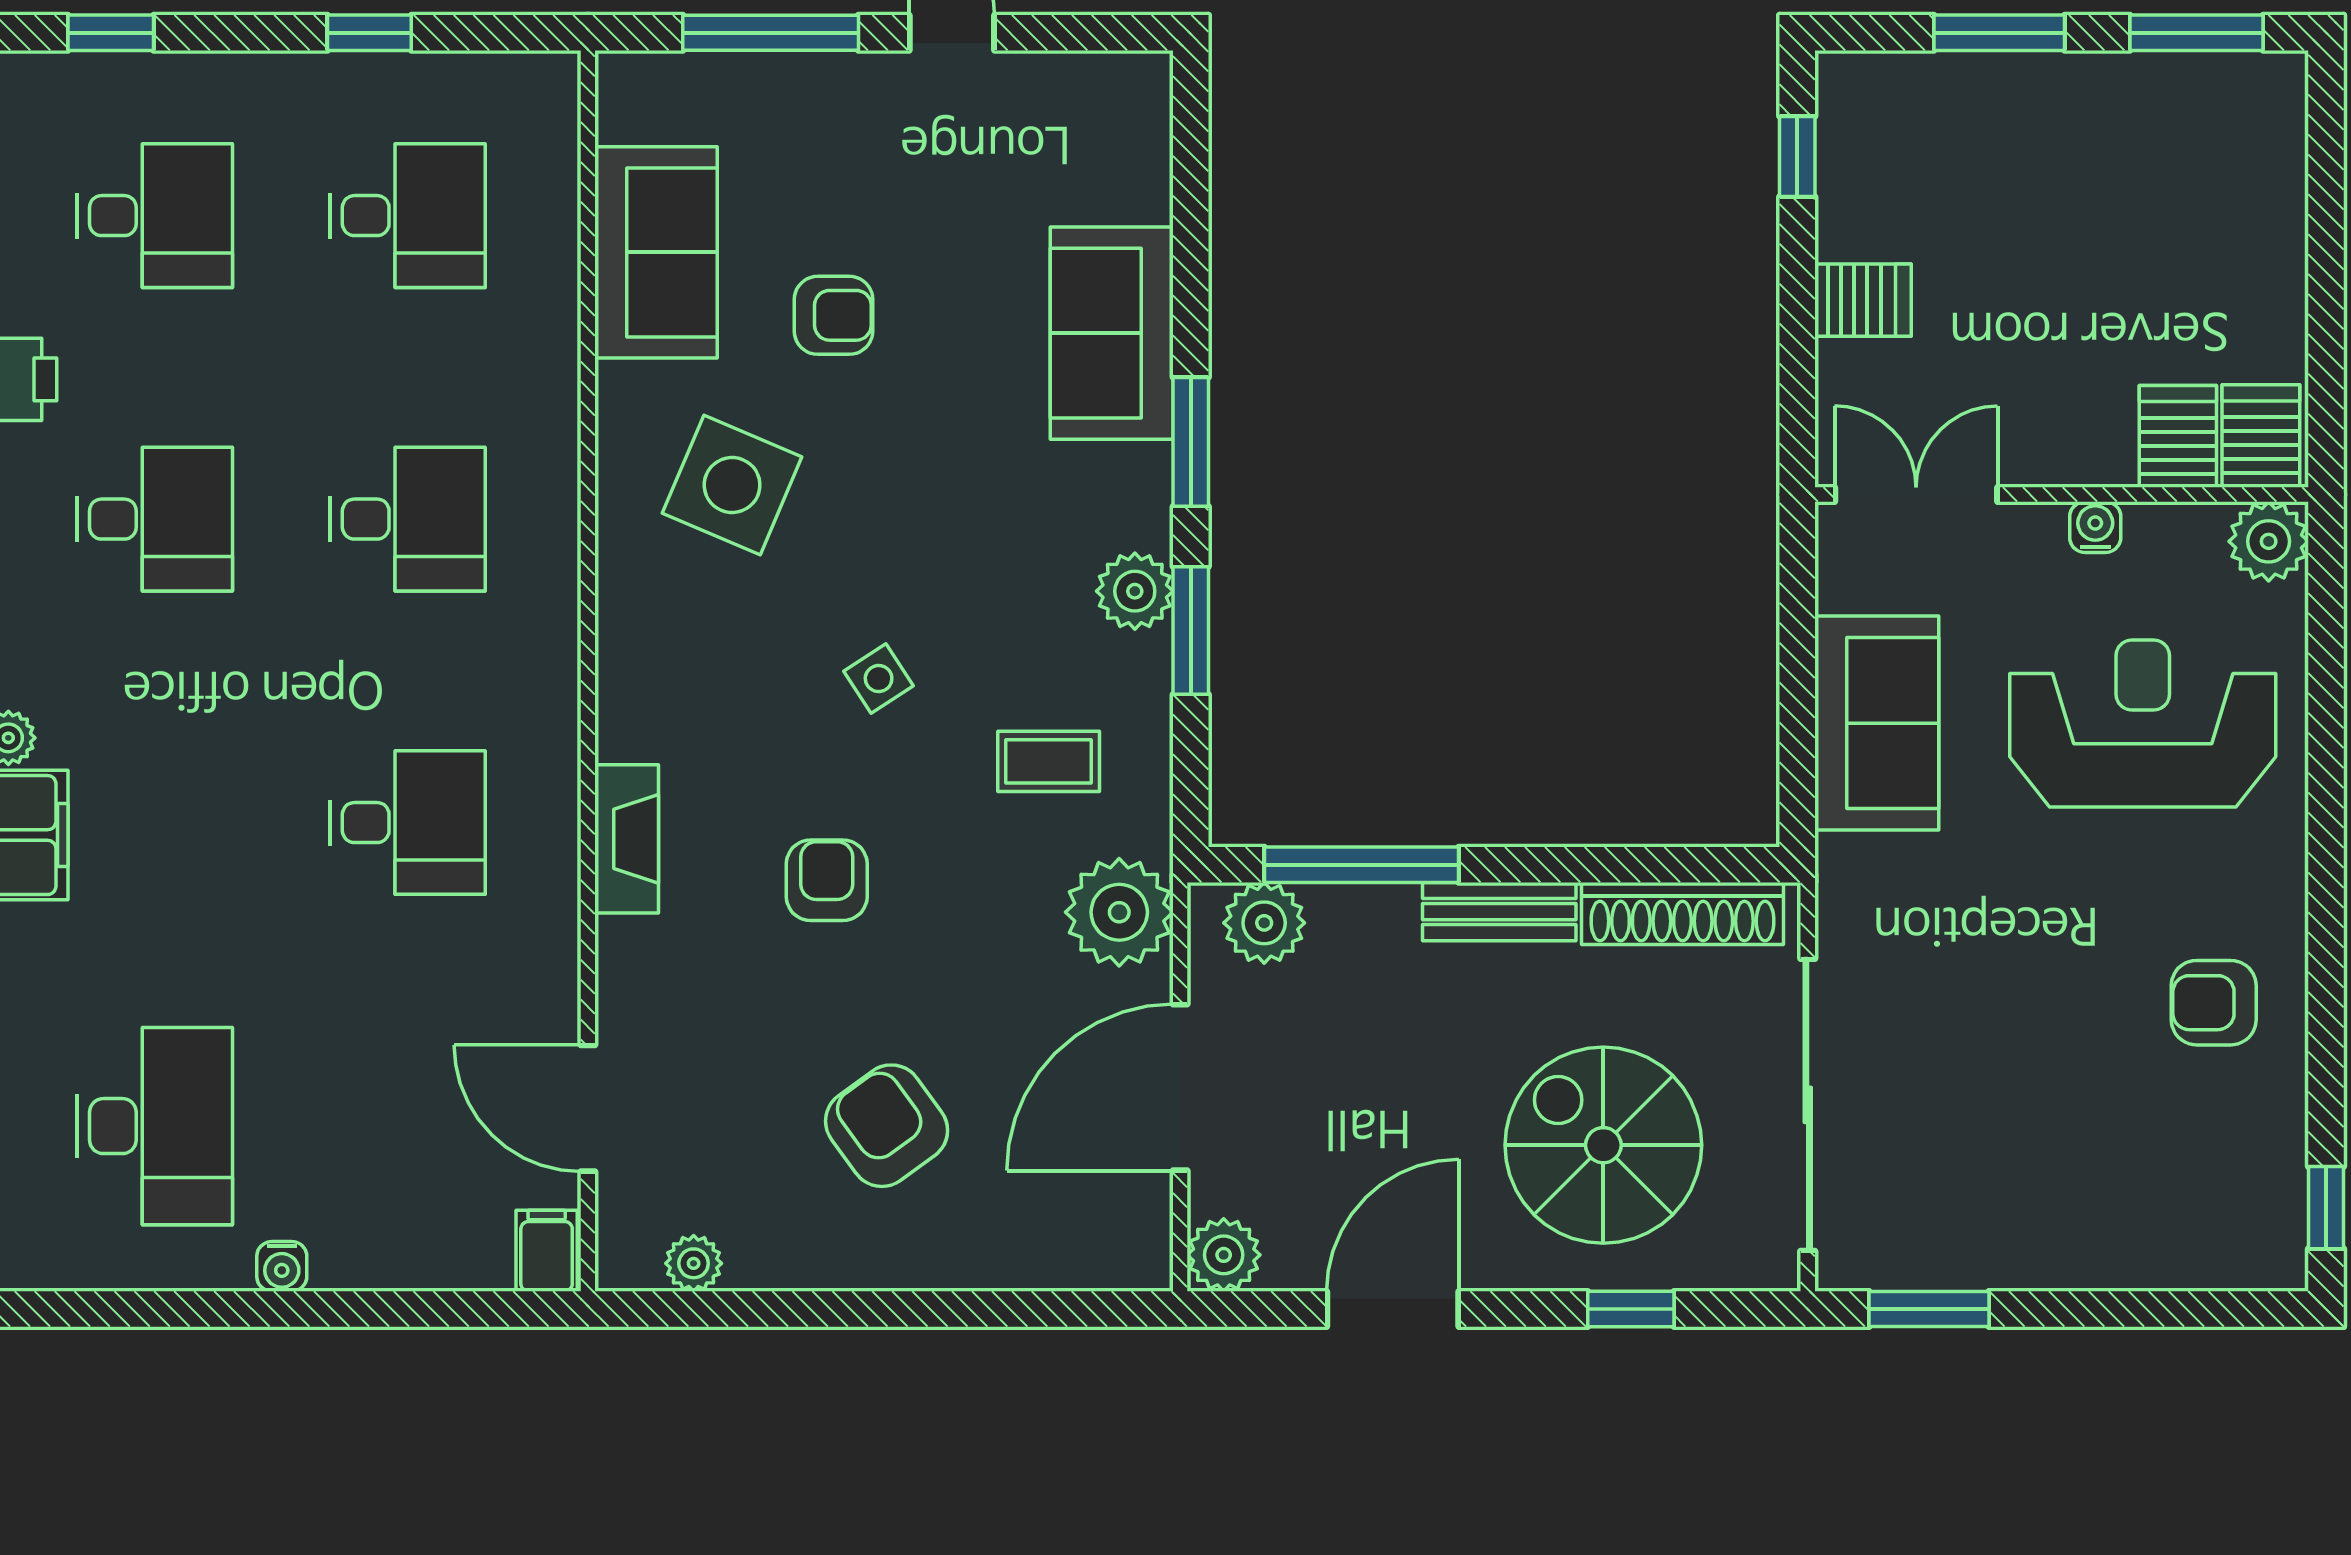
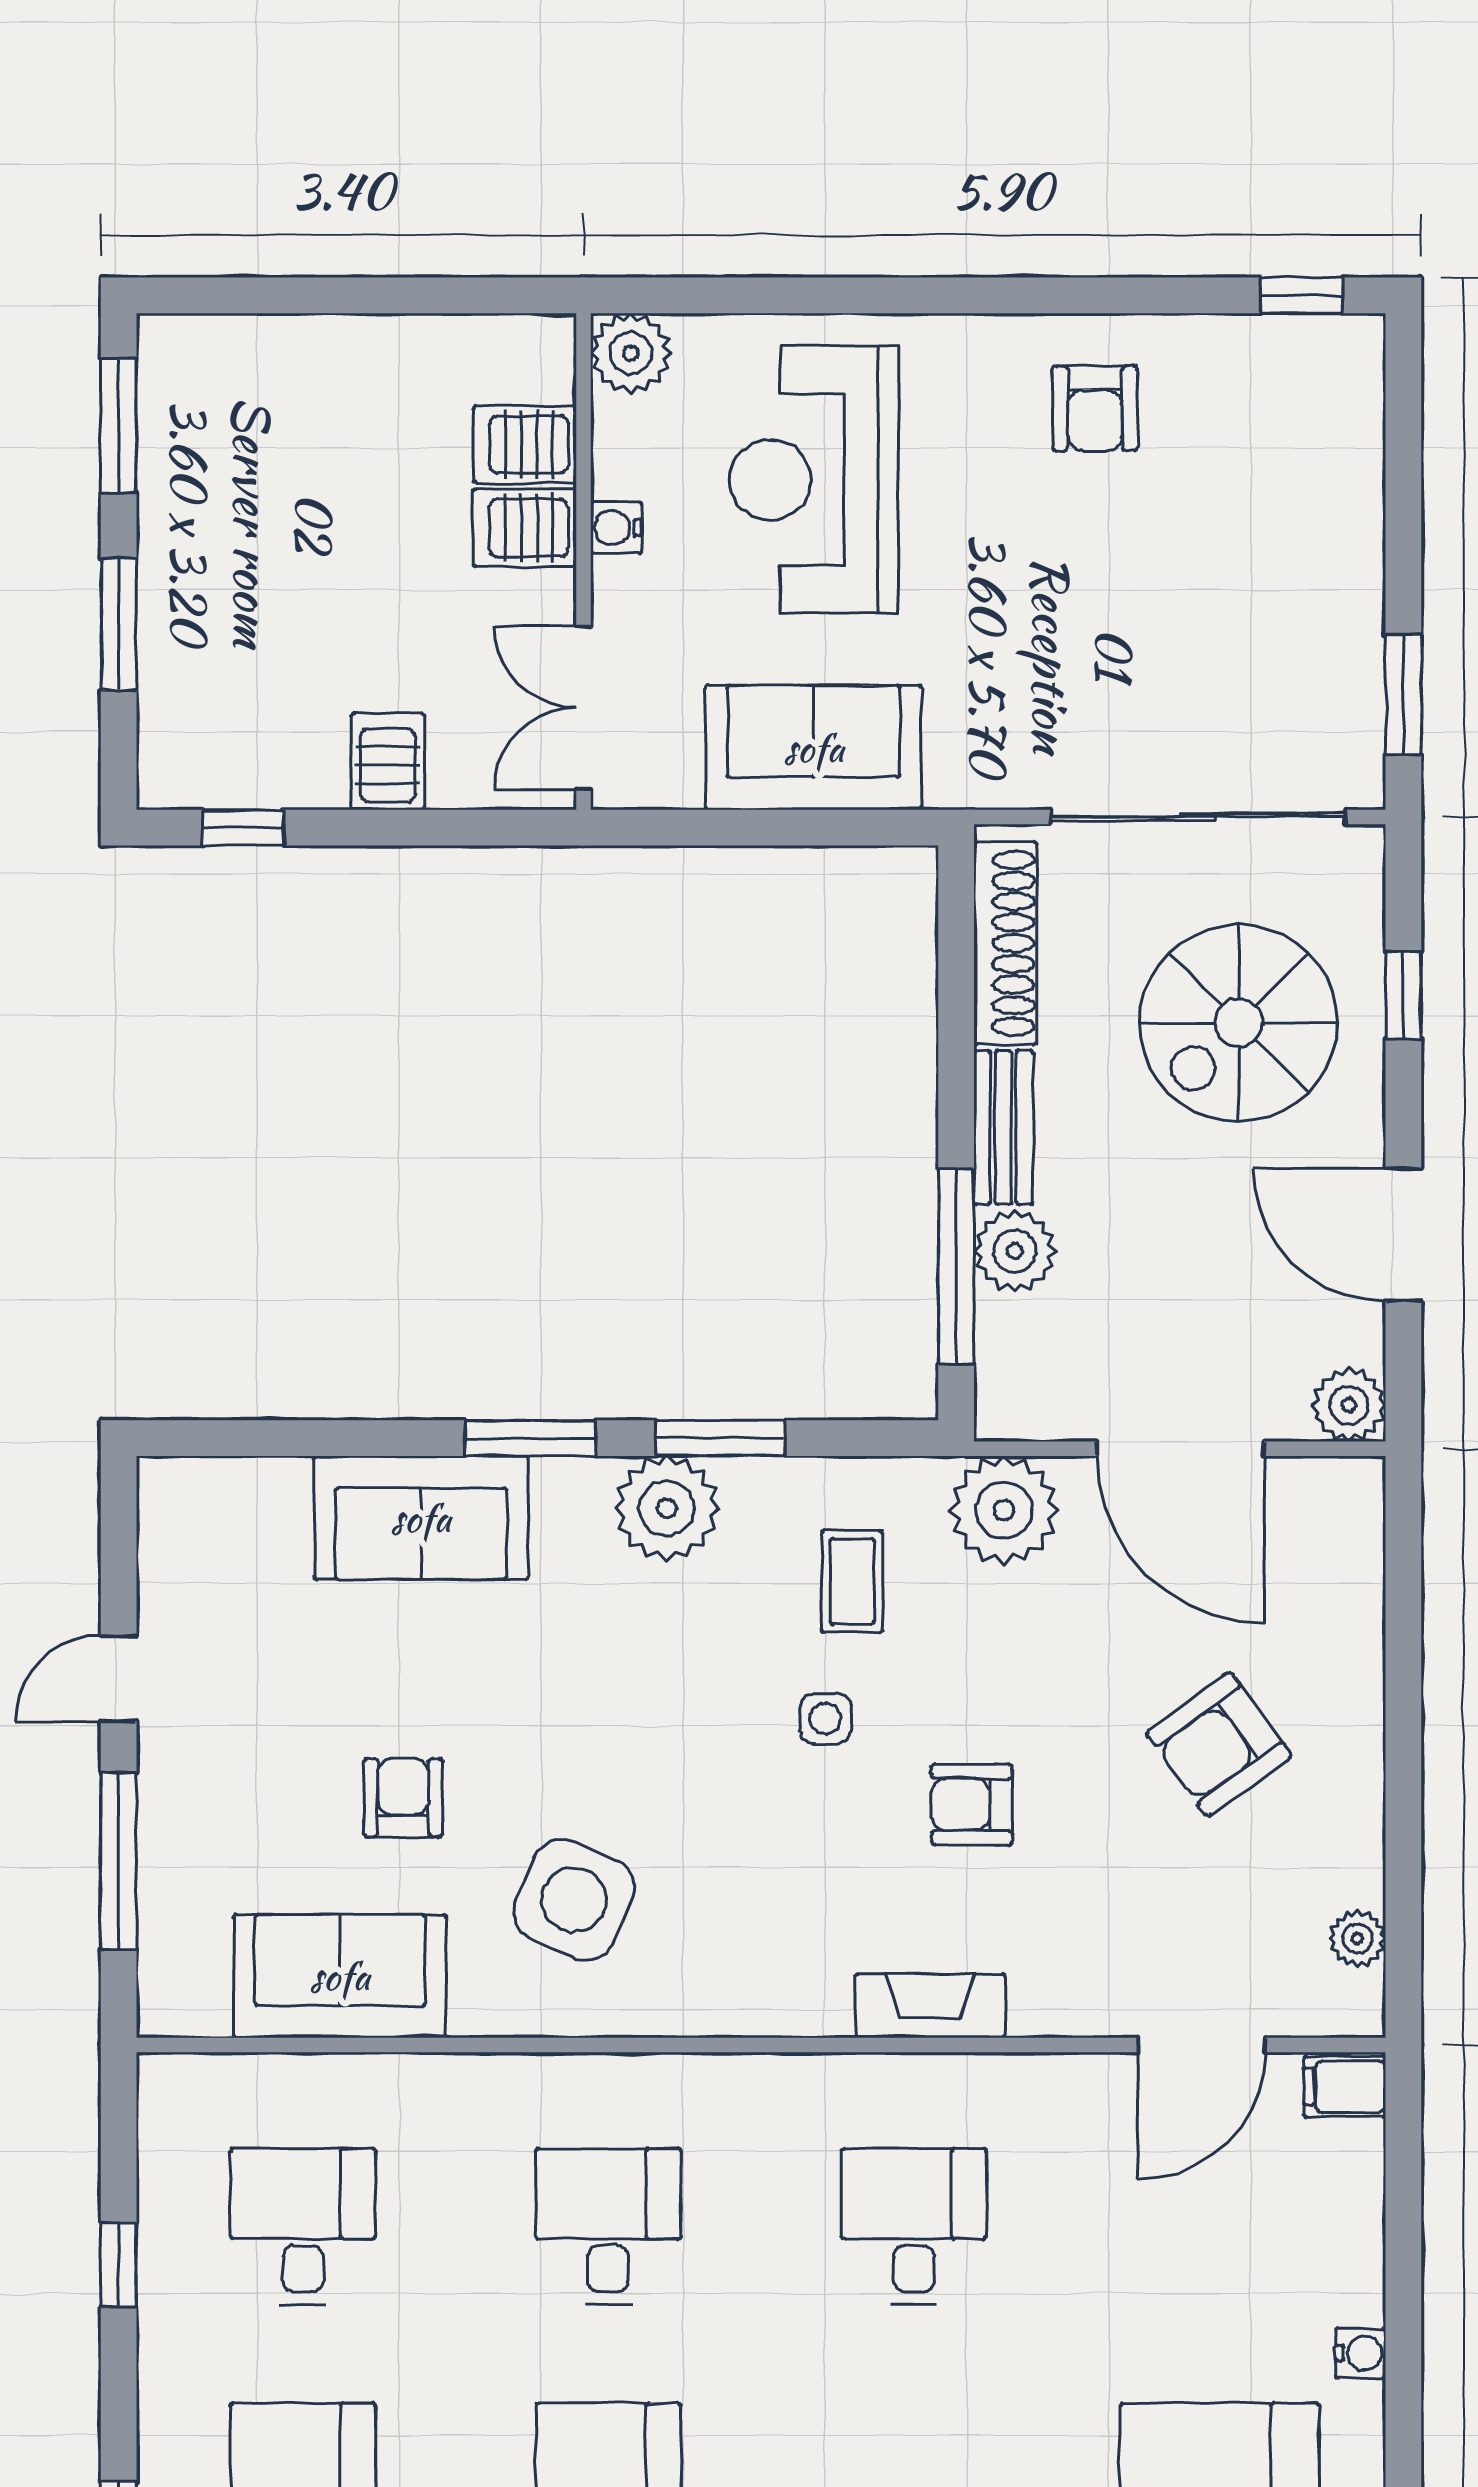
server rack: (2261, 436) -> (525, 528), moved
plant: (1135, 591) -> (667, 1508), width x1.36, depth x1.36
side table: (879, 679) -> (825, 1719), moved, turned 33
plant: (1264, 923) -> (1015, 1251), moved

